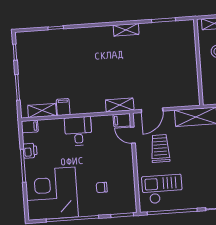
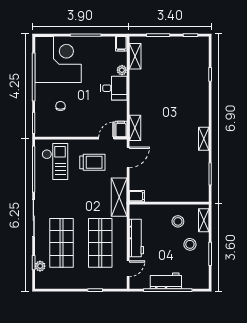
filing cabinet: (63, 107) -> (137, 196), moved
door: (152, 110) -> (128, 157), swing flipped
plant: (58, 124) -> (122, 70), added
printer: (30, 151) -> (99, 42), removed

